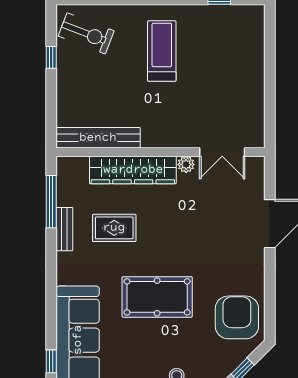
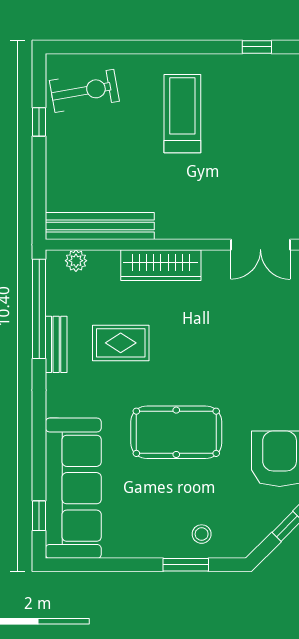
exercise bike: (86, 33) -> (84, 91), turned -31
plant: (186, 164) -> (76, 261), moved
wardrobe: (133, 170) -> (161, 265), width x0.71, depth x0.85
window: (51, 202) -> (39, 309), width x1.46

